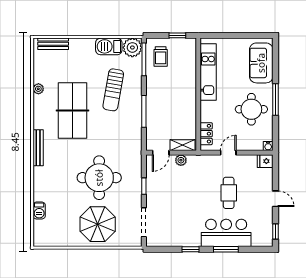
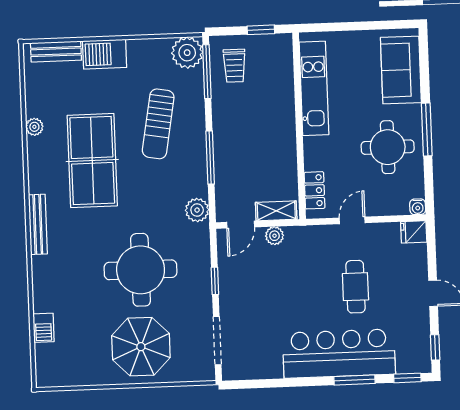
barbecue: (109, 46) -> (105, 54), moved
plant: (135, 143) -> (197, 210), added
bar counter: (226, 233) -> (339, 354), width x1.36
window: (191, 249) -> (407, 378), moved

